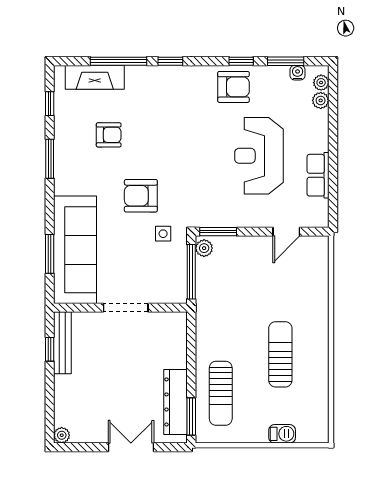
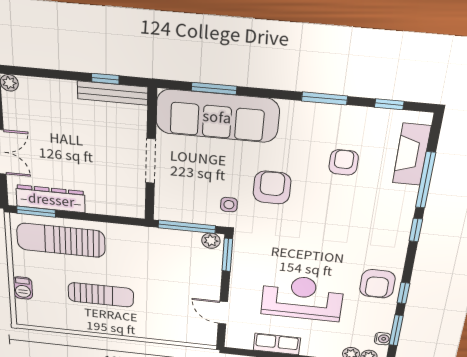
armchair: (109, 135) -> (344, 162), turned 180
sun lounger: (221, 393) -> (61, 240), width x1.36, depth x1.34

